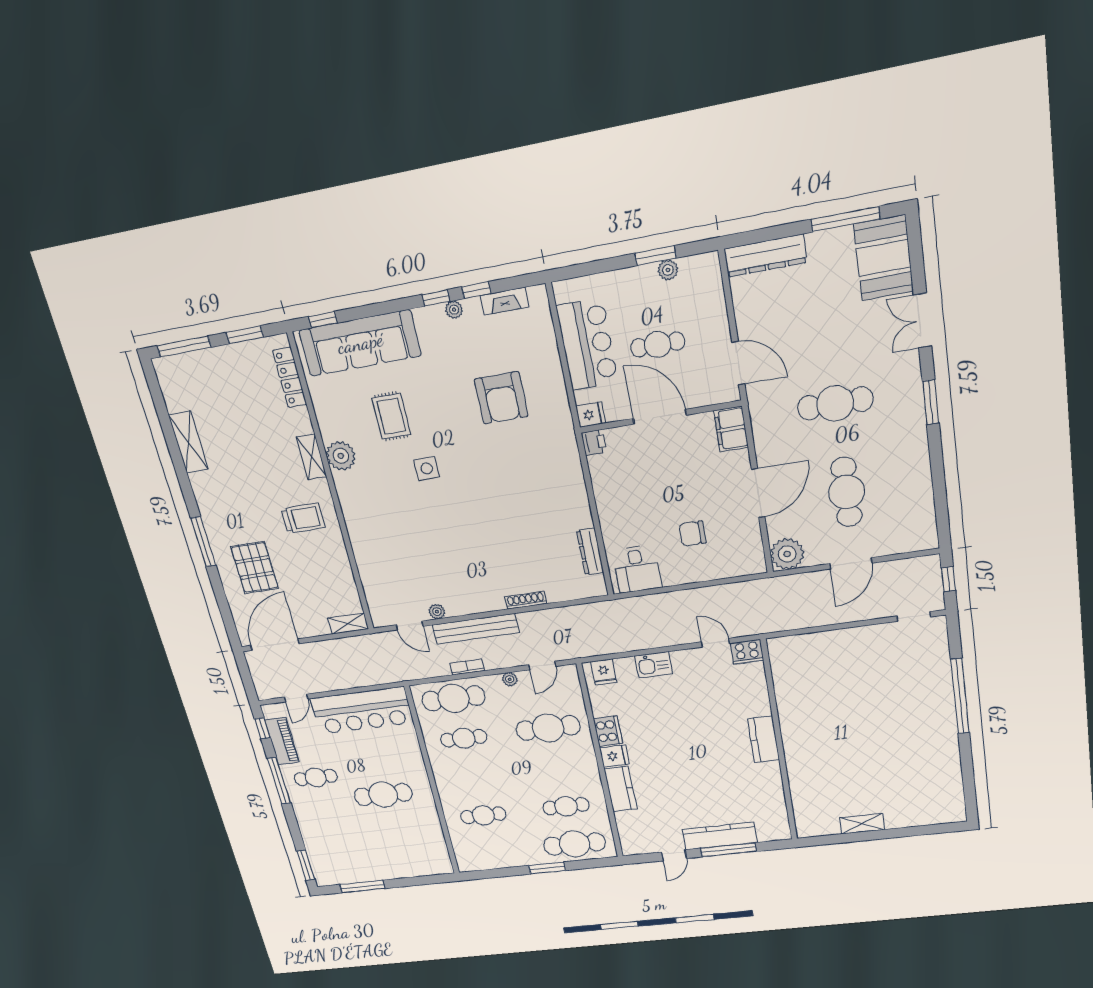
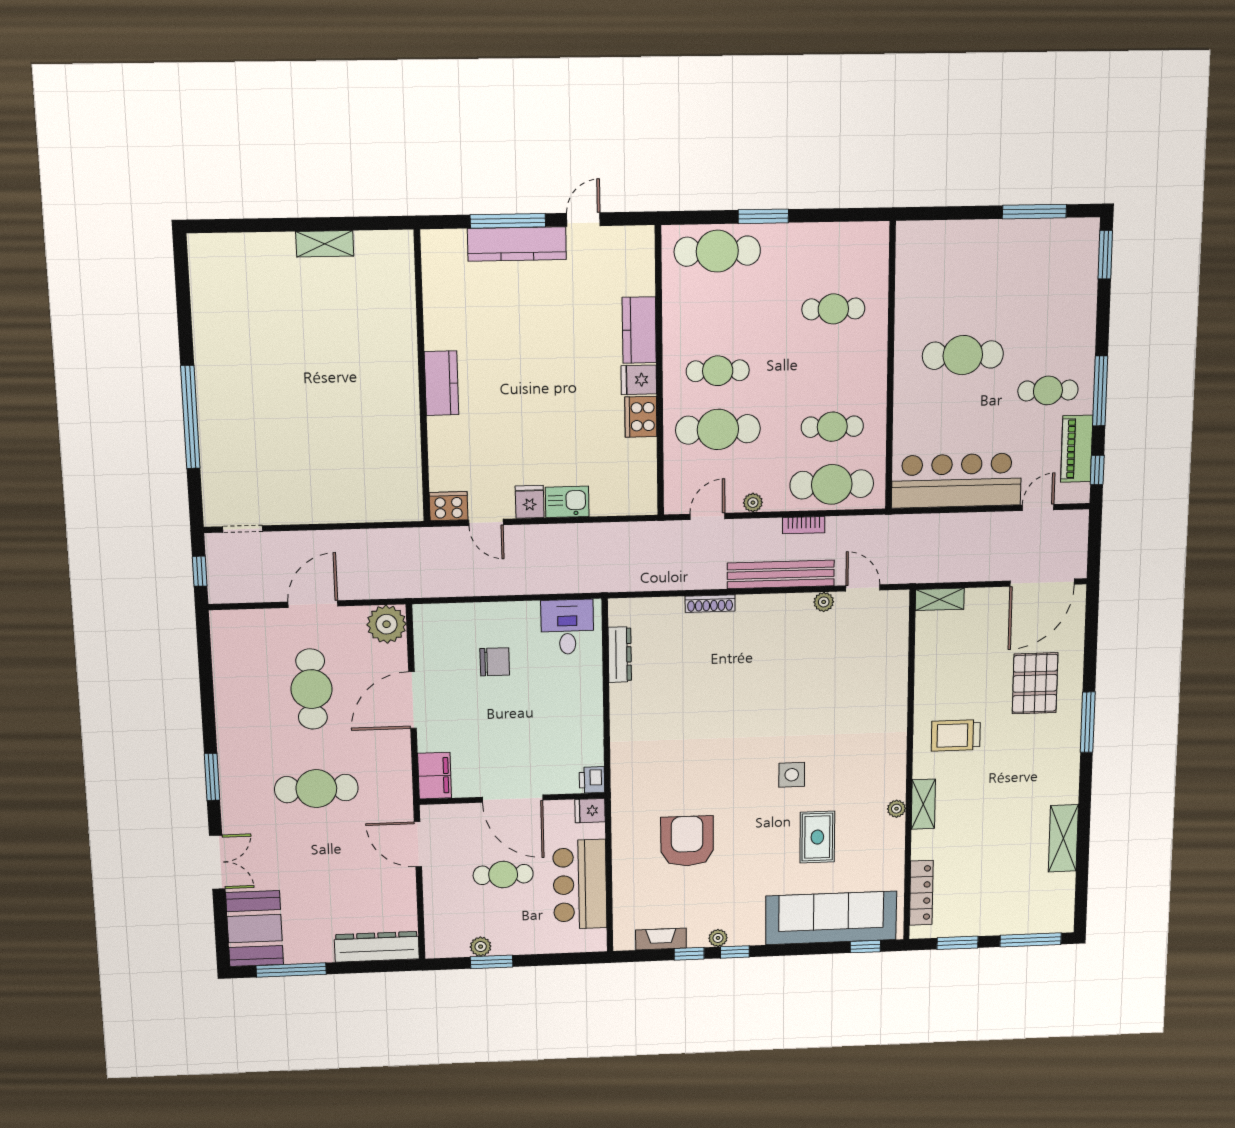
plant: (341, 456) -> (896, 809), width x0.53, depth x0.53
fridge: (604, 672) -> (530, 502), moved
cafe table: (566, 806) -> (718, 371), moved

